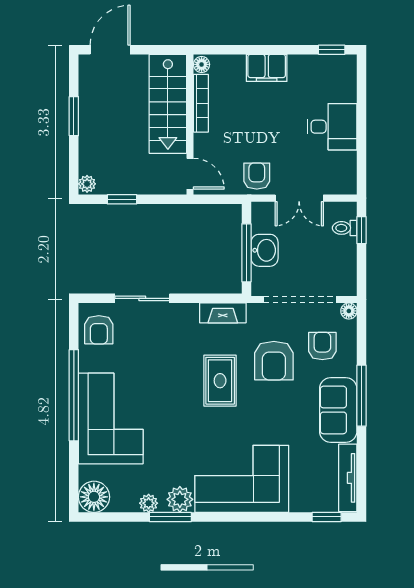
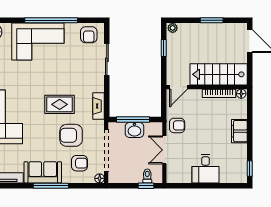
armchair: (99, 330) -> (89, 35), turned -90

